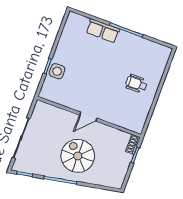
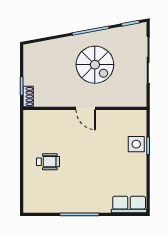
row of seats: (103, 31) -> (129, 204), moved
door: (88, 117) -> (86, 108), swing flipped
spiral stairs: (78, 156) -> (95, 65), moved

